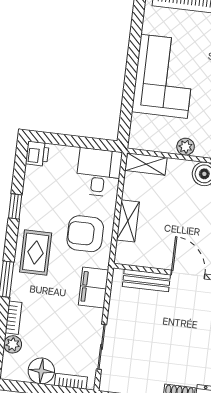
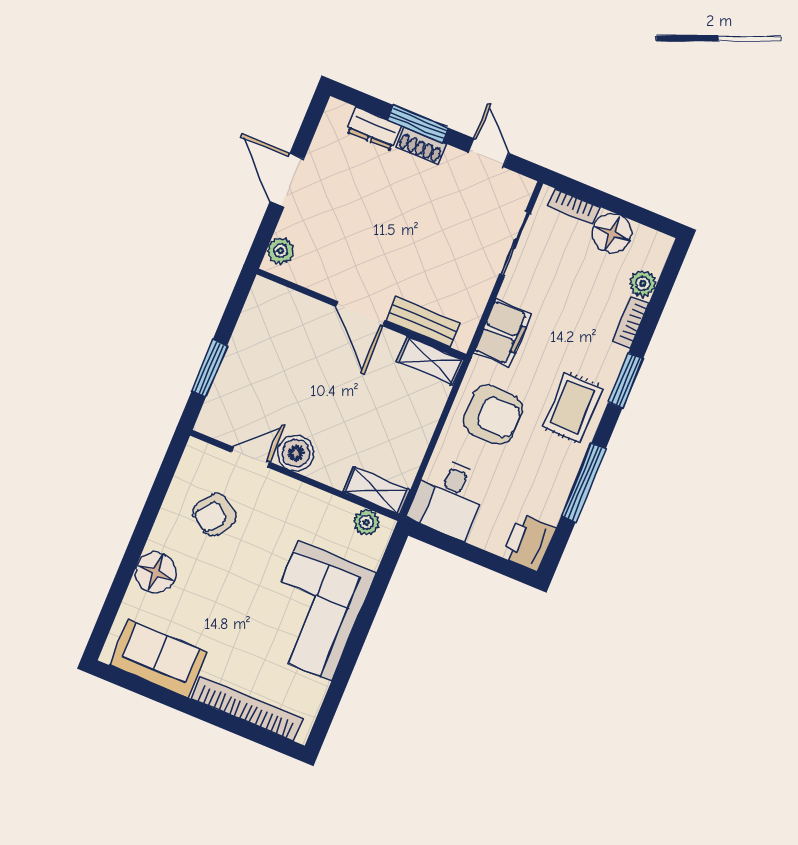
plant: (186, 147) -> (366, 522), moved
printer: (37, 154) -> (529, 543), width x1.36, depth x1.24
window: (15, 206) -> (583, 483), width x2.17
shelving: (128, 221) -> (430, 361), moved, turned 90

